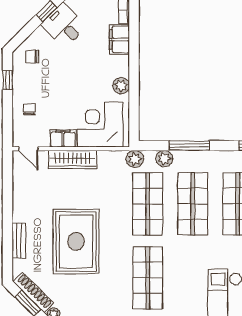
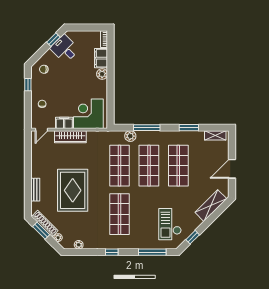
plant: (121, 86) -> (102, 74), moved
door: (28, 149) -> (41, 130), hinge flipped
plant: (135, 159) -> (111, 136), removed

